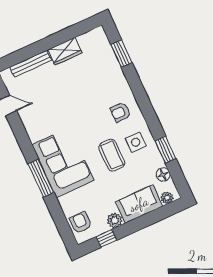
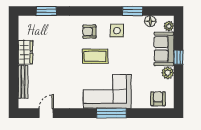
armchair: (120, 112) -> (89, 32), turned 90
coffee table: (112, 155) -> (95, 56), moved
armchair: (81, 223) -> (158, 99), turned 90
window: (106, 238) -> (178, 57), moved

